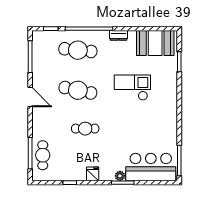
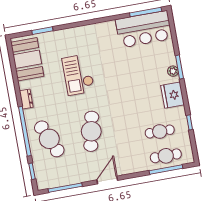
cafe table: (78, 50) -> (49, 139), turned -30
cafe table: (85, 129) -> (160, 131), moved, turned 90
bar counter: (151, 167) -> (144, 29), moved, turned -90
fridge: (93, 174) -> (173, 95), width x1.88, depth x1.34

